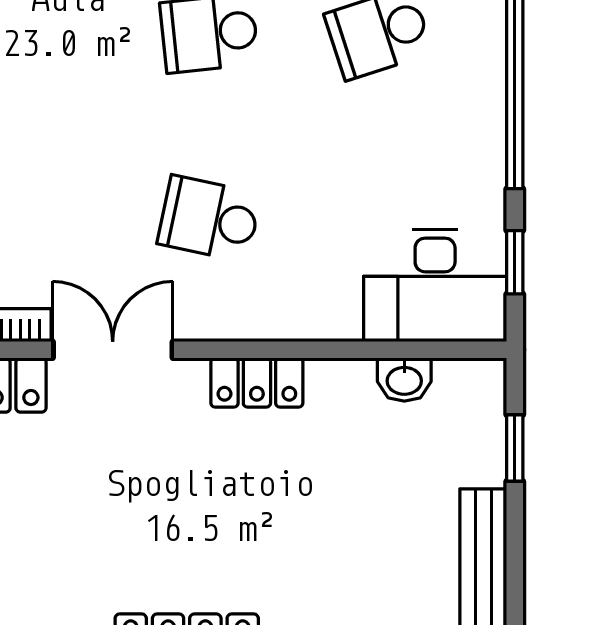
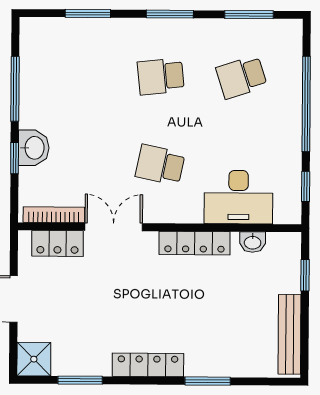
desk: (435, 285) -> (238, 197), moved
locker: (257, 382) -> (194, 243), width x1.53

